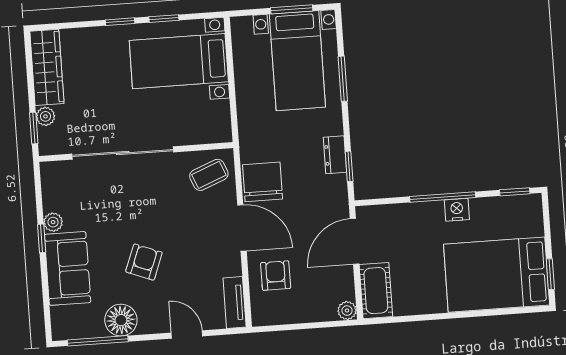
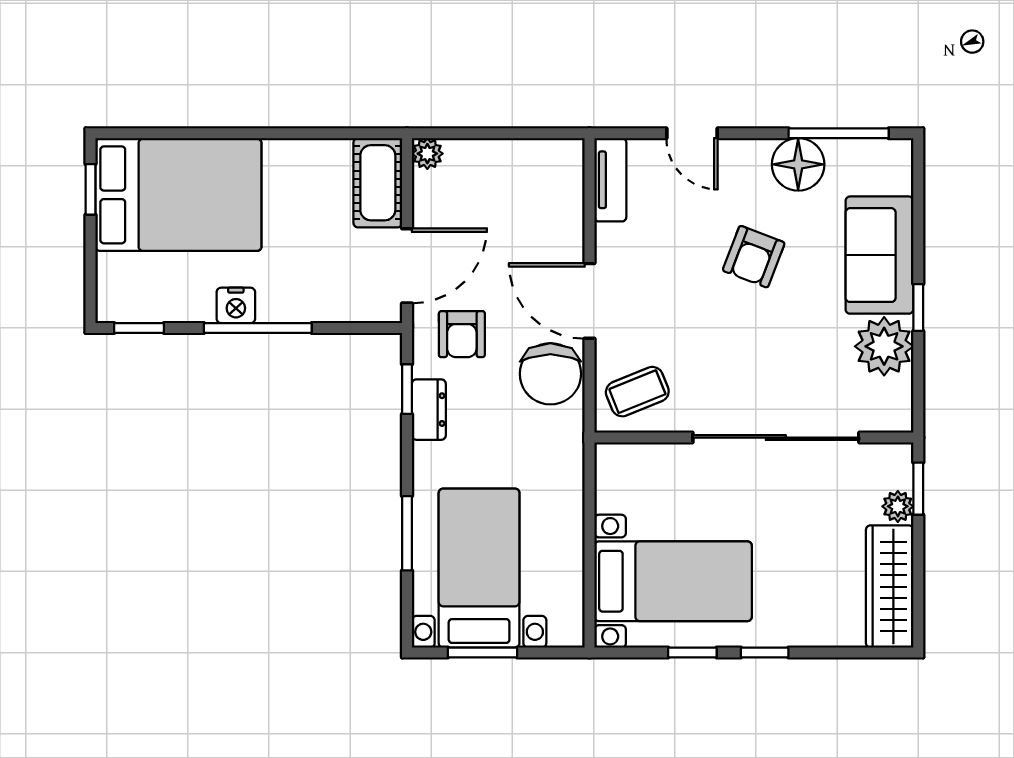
plant: (53, 222) -> (884, 346), width x1.88, depth x1.88
armchair: (276, 276) -> (462, 334), moved

